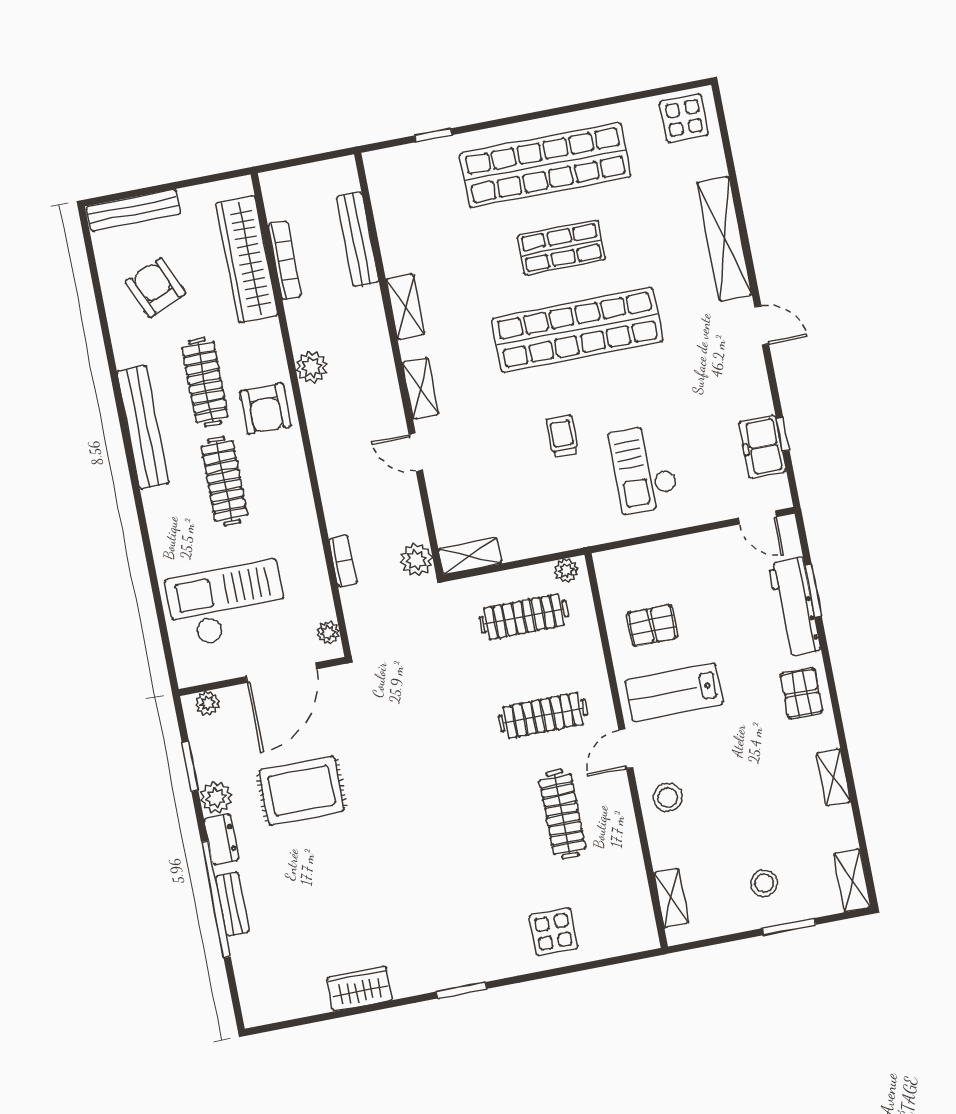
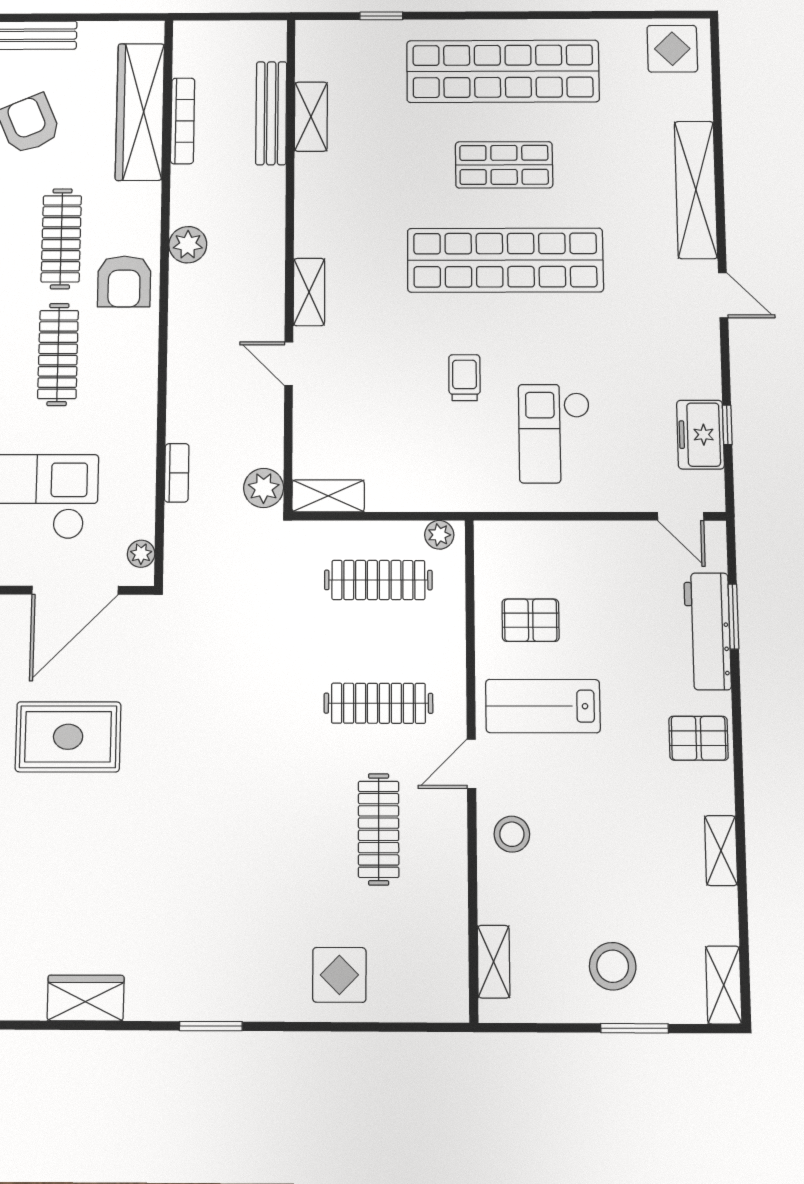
shelving: (405, 307) -> (311, 117), moved
pallet: (801, 693) -> (699, 738), turned 90
stool: (764, 883) -> (613, 966), width x1.38, depth x1.38

